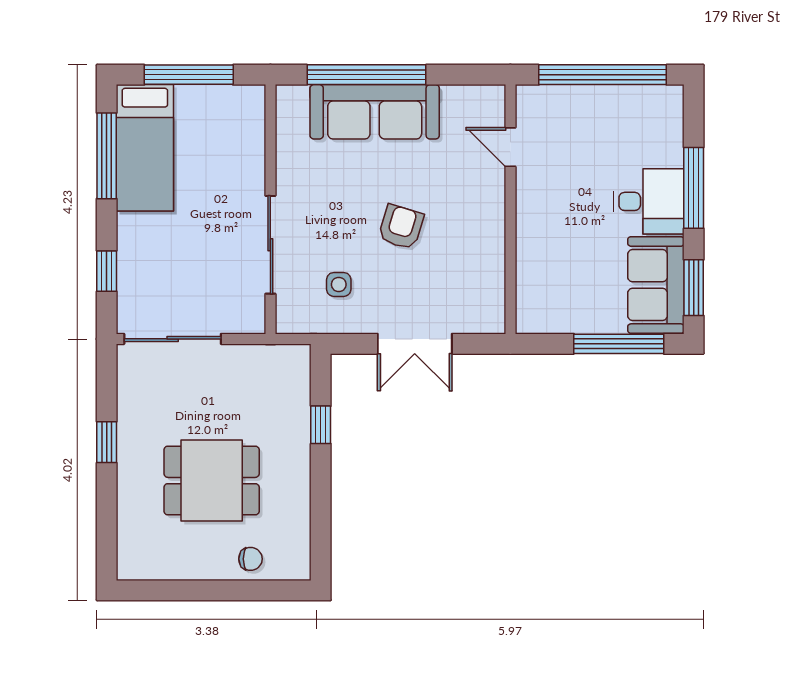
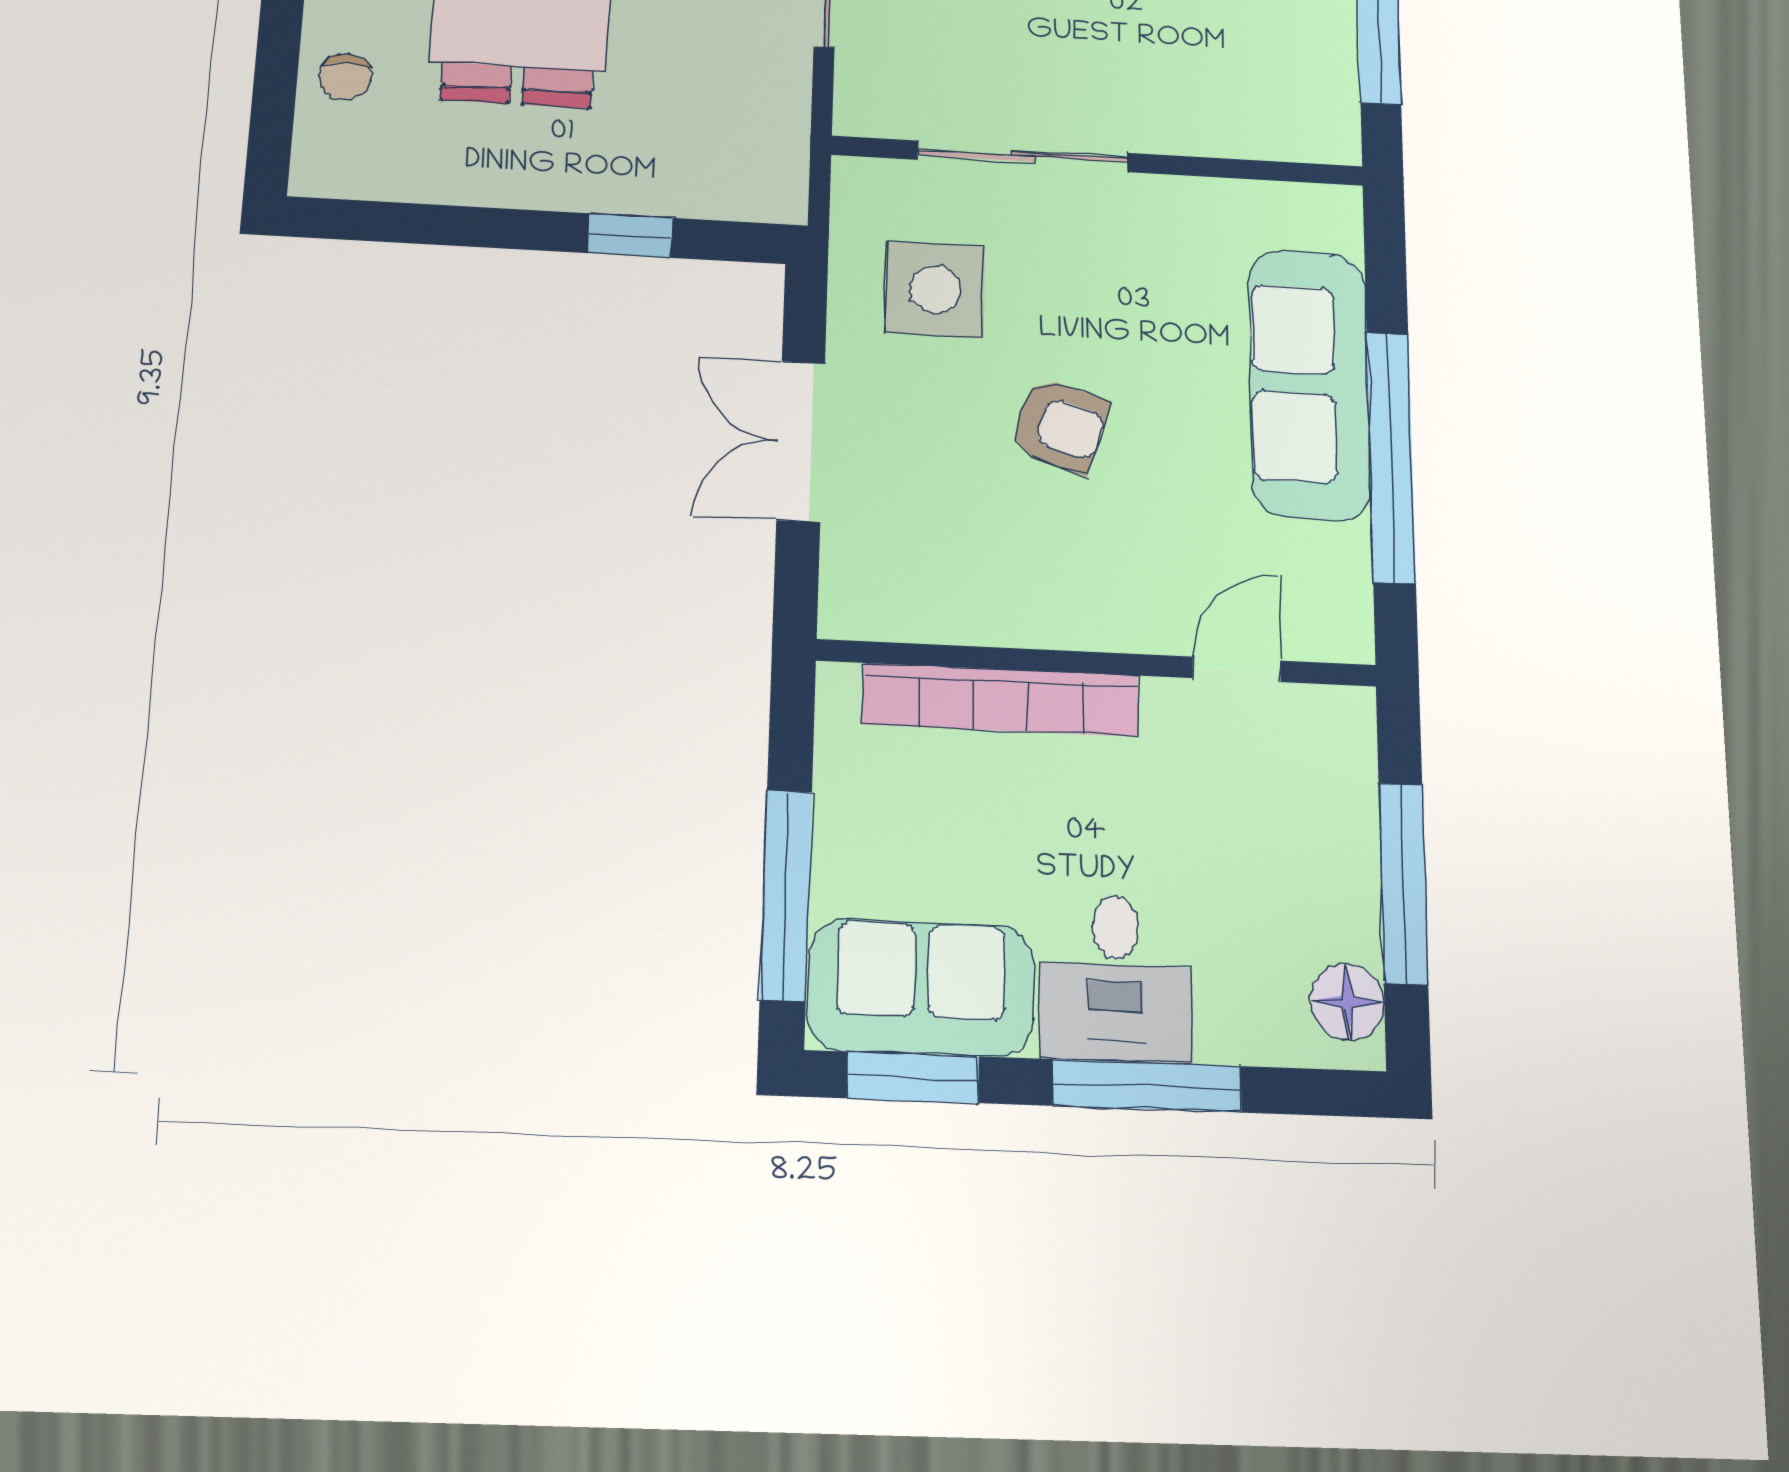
window: (367, 75) -> (1391, 457), moved
window: (603, 75) -> (1403, 883), width x0.68
floor lamp: (655, 101) -> (1347, 1002), added
bookcase: (529, 252) -> (1001, 700), added
side table: (339, 284) -> (935, 290), width x1.87, depth x1.87

